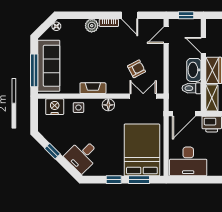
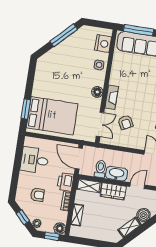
fireplace: (93, 88) -> (112, 97), moved
window: (52, 151) -> (64, 35), width x2.17
desk: (82, 156) -> (55, 61), removed
desk: (188, 161) -> (35, 160), width x0.73
window: (114, 180) -> (29, 86), removed

